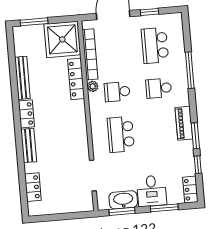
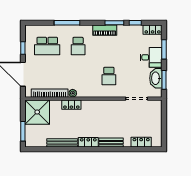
locker: (76, 79) -> (71, 105), width x0.66
school desk: (117, 92) -> (78, 76), removed
school desk: (121, 134) -> (109, 76), width x0.54

